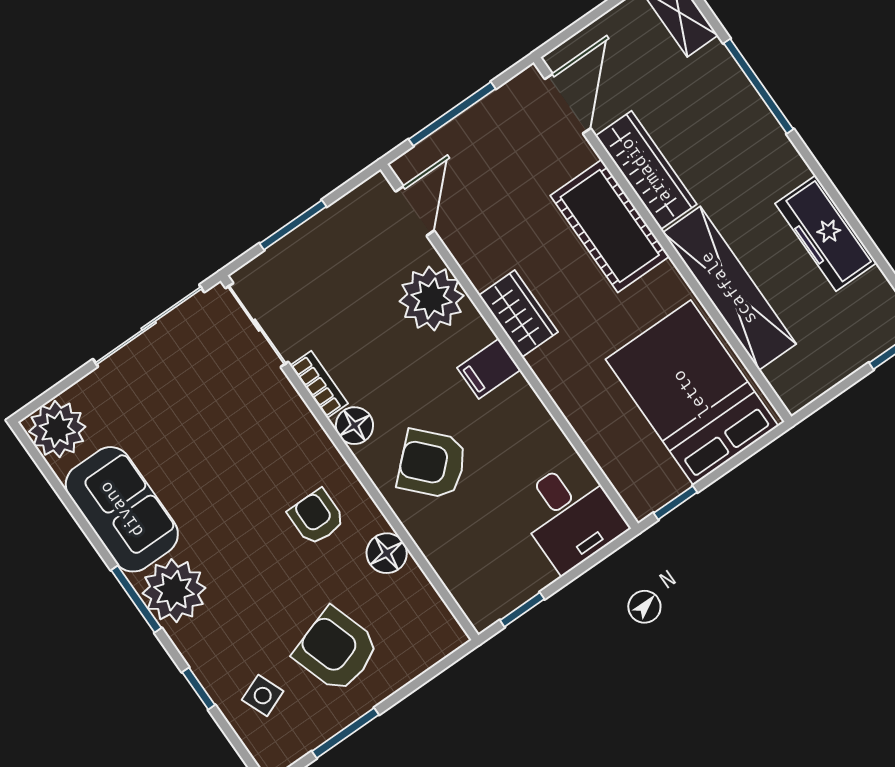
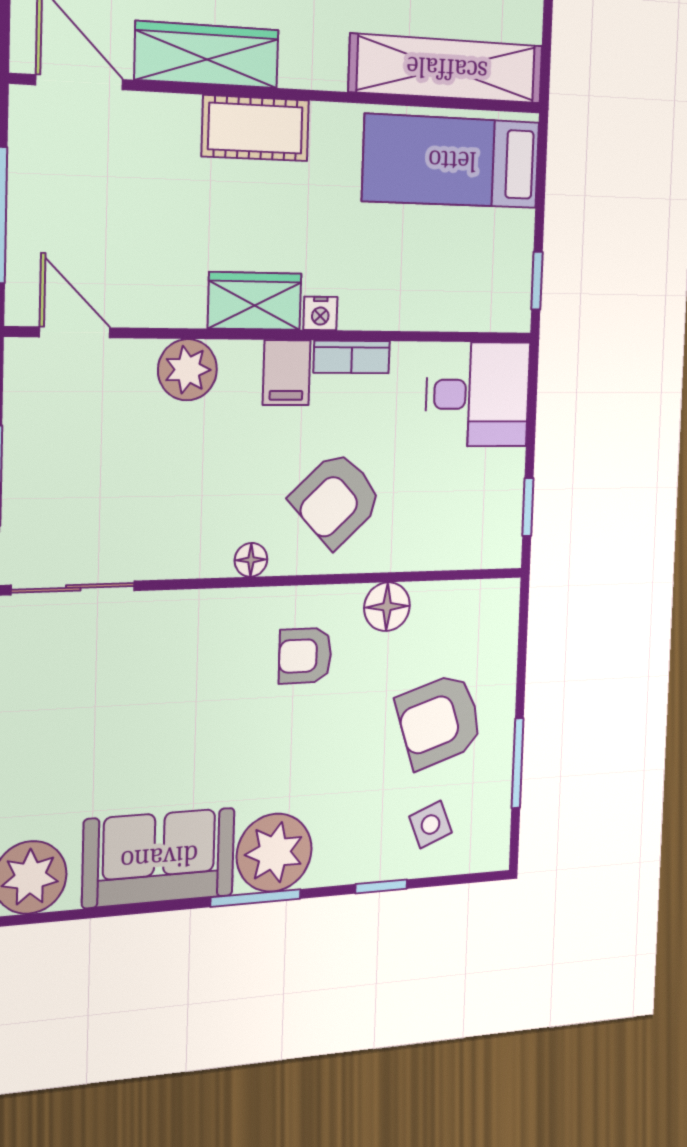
cot: (610, 226) -> (255, 128), width x0.73, depth x0.75
shelving: (729, 288) -> (447, 69), moved
plant: (432, 299) -> (188, 370), width x0.73, depth x0.73
nightstand: (543, 364) -> (320, 313), added
bookcase: (319, 384) -> (352, 357), moved, turned 180
bed: (692, 393) -> (452, 161), width x0.67
floor lamp: (354, 426) -> (251, 560), width x0.73, depth x0.73

